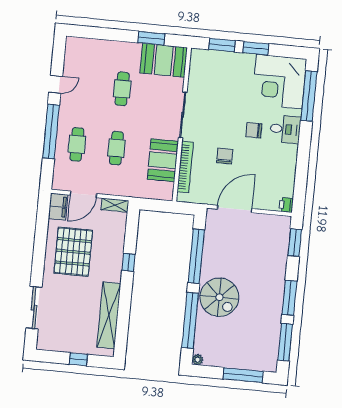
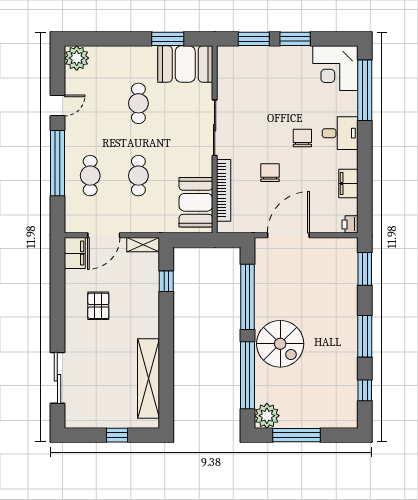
plant: (75, 47) -> (77, 58), added
corner desk: (279, 82) -> (335, 68), width x0.74, depth x0.74
chair: (254, 130) -> (302, 138), turned 90
booth: (163, 160) -> (196, 202), moved
filing cabinet: (288, 171) -> (348, 184), added
pallet: (73, 252) -> (98, 306), width x0.49, depth x0.50
window: (129, 262) -> (166, 281), moved
window: (285, 342) -> (365, 390), width x0.46
plant: (198, 360) -> (267, 416), width x1.87, depth x1.87
window: (243, 375) -> (297, 435), moved

